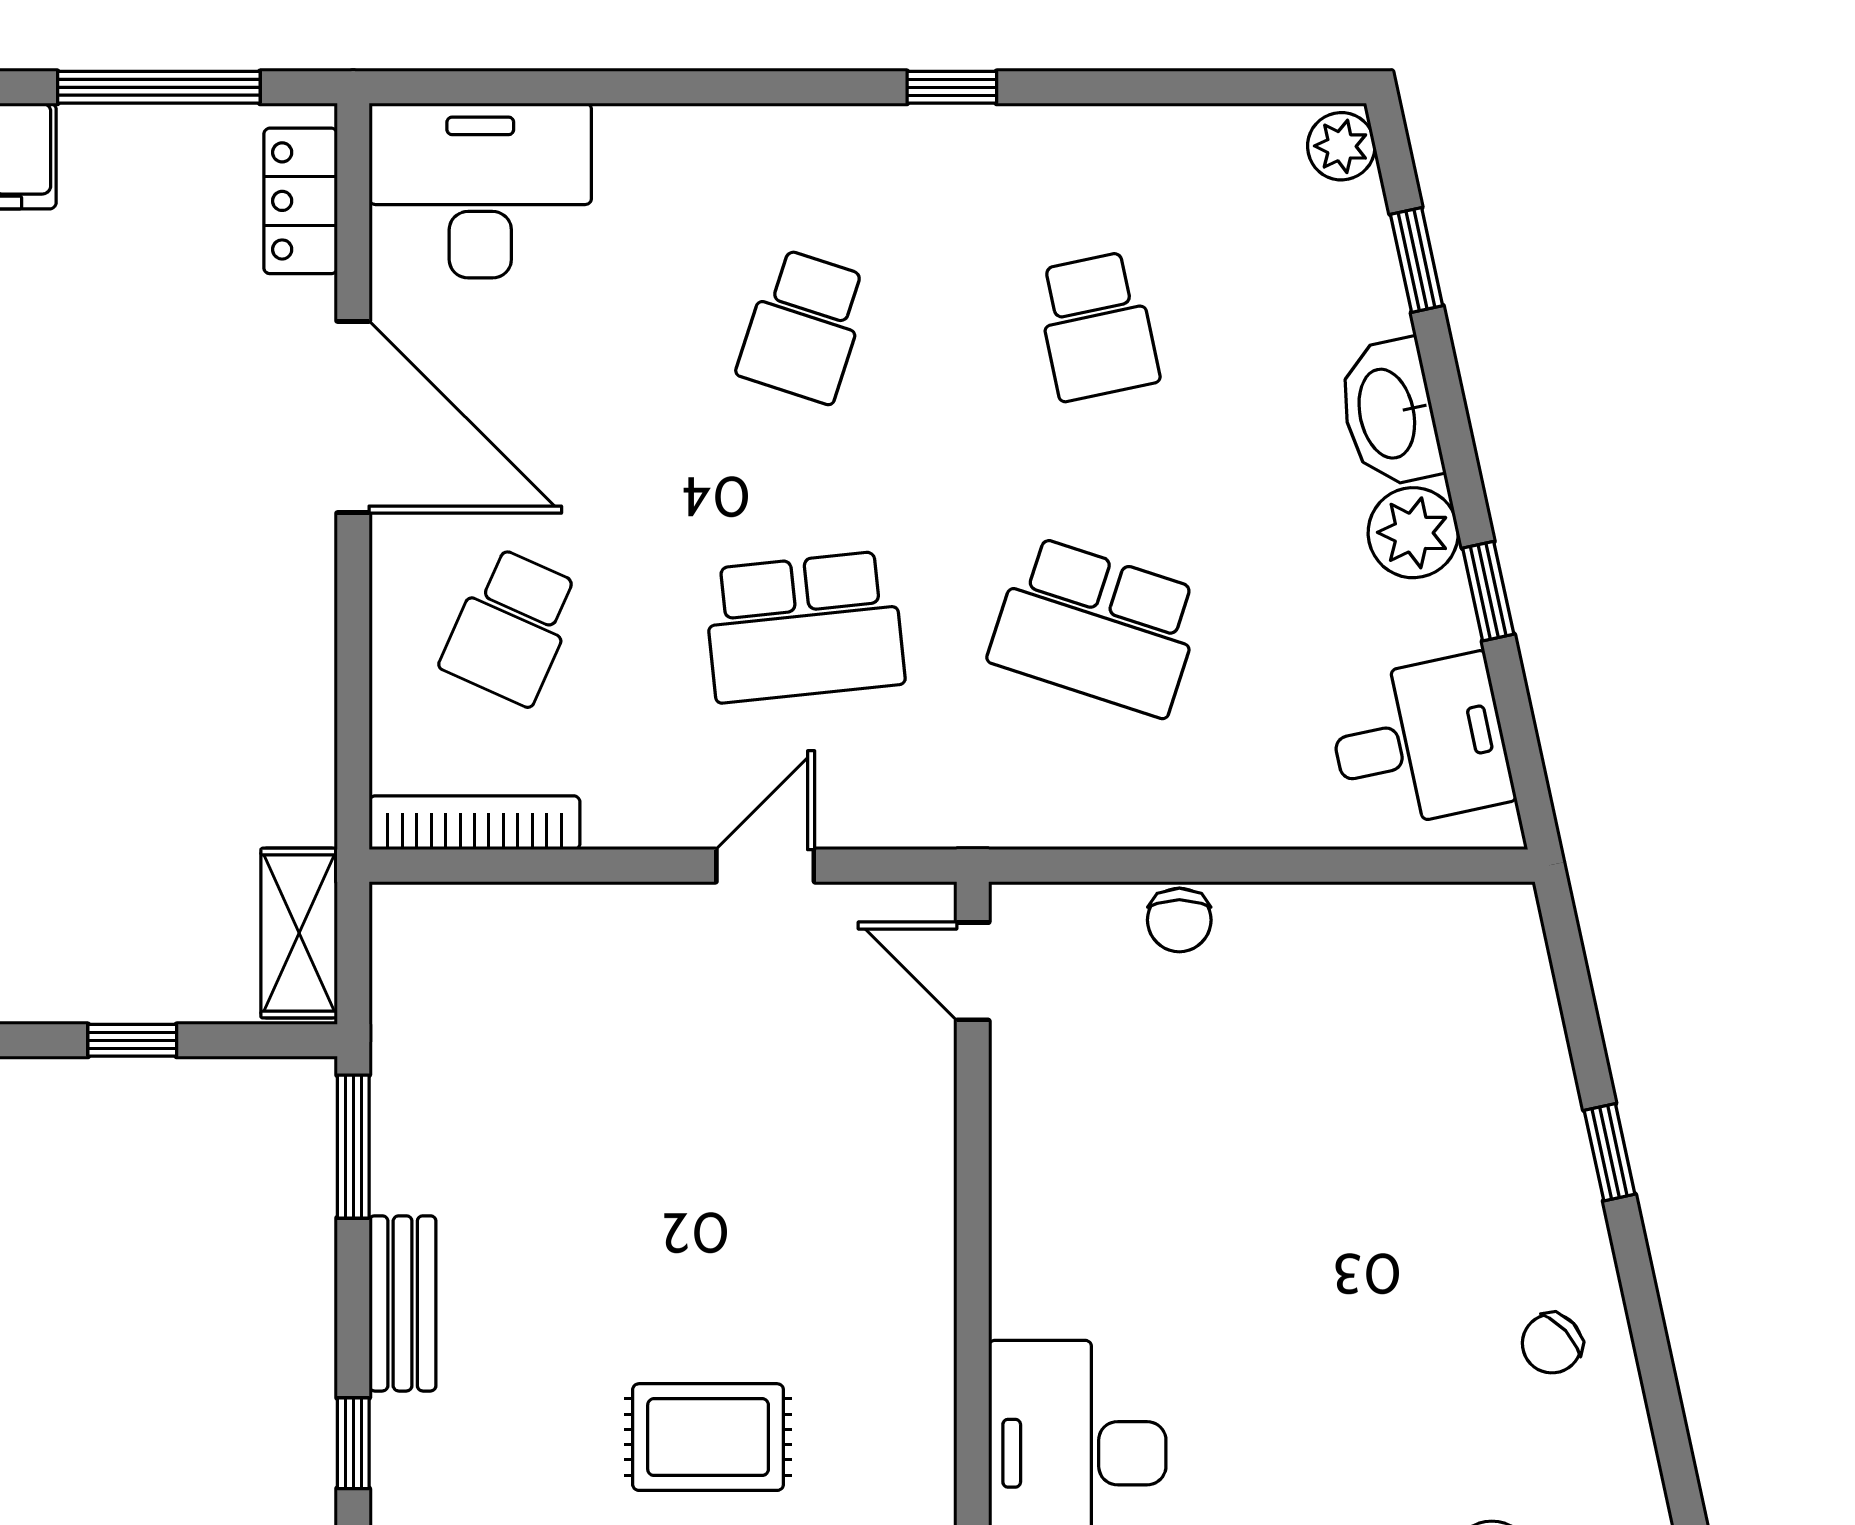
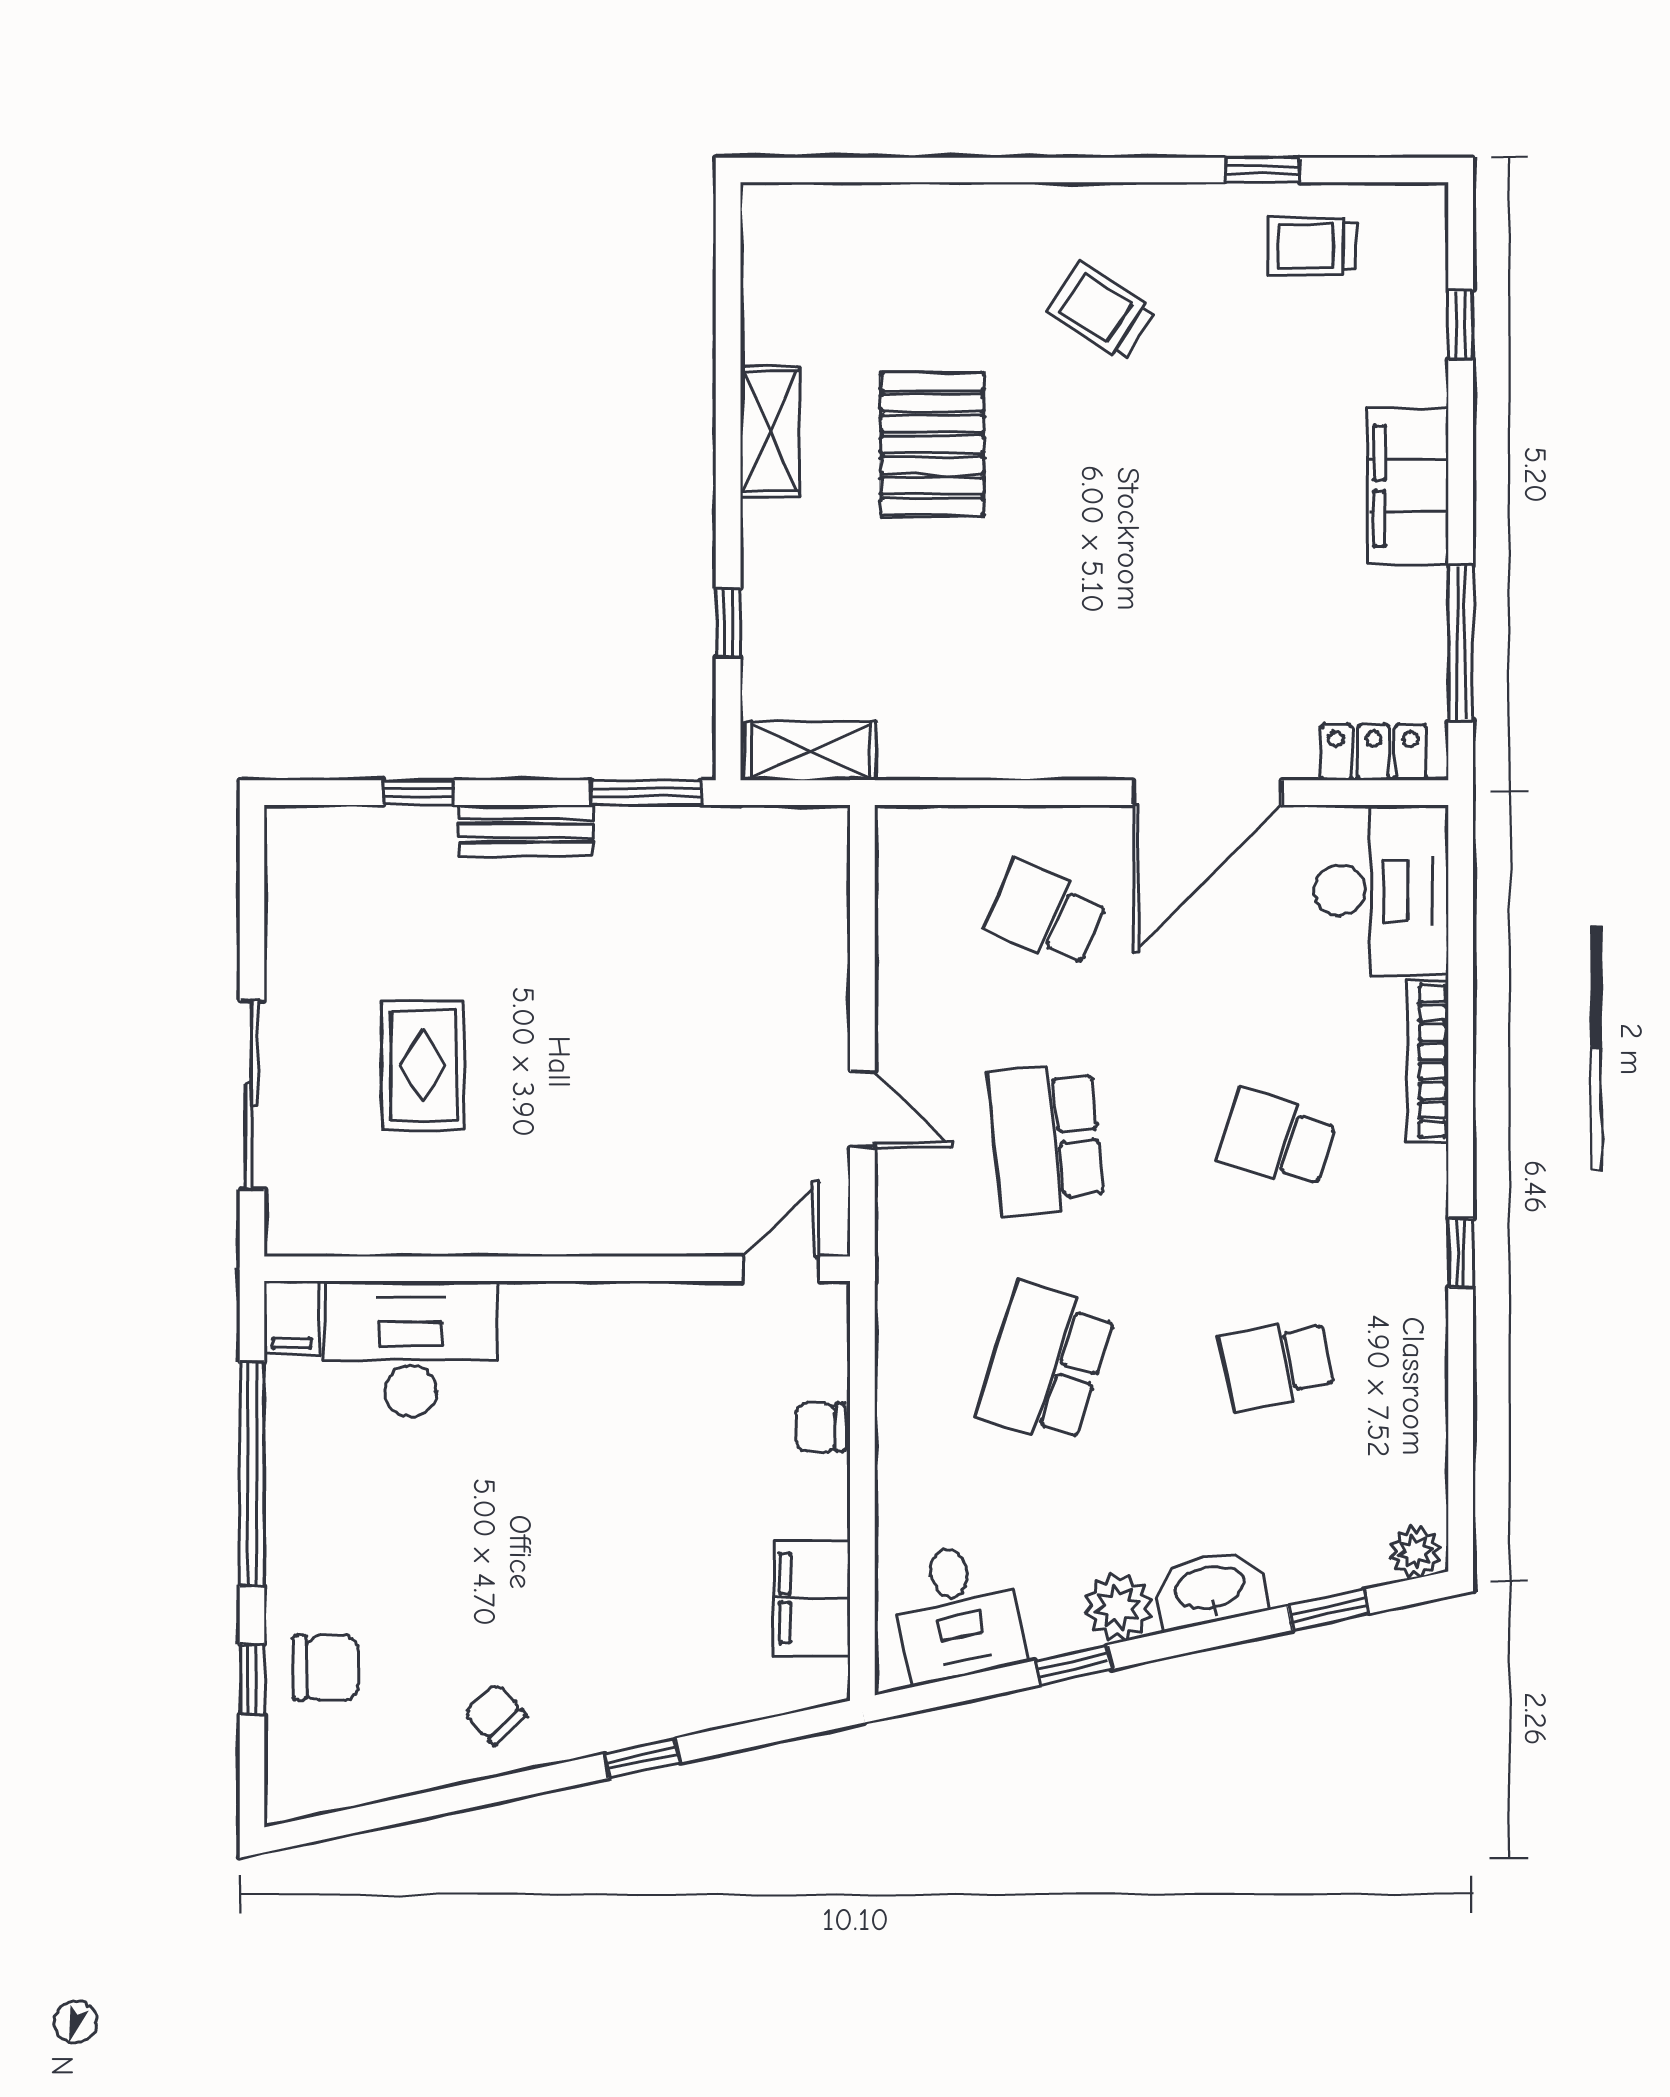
bookcase: (474, 823) -> (1428, 1062), moved, turned 180
filing cabinet: (1401, 931) -> (812, 1598), added

